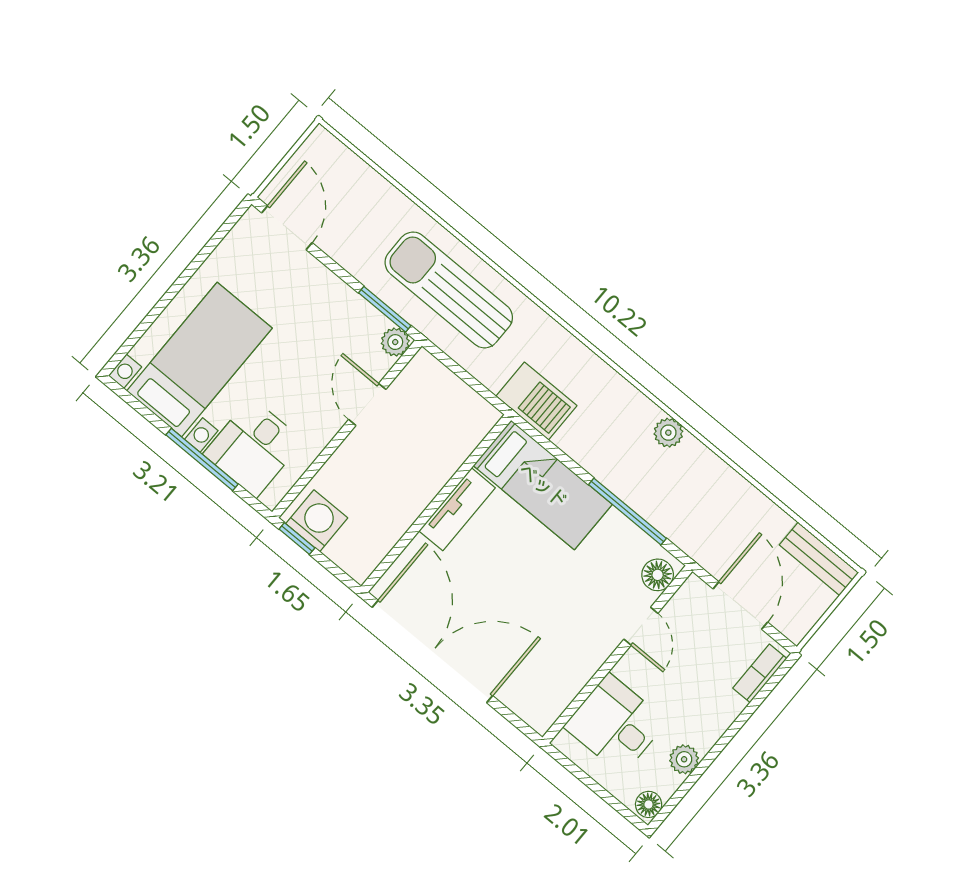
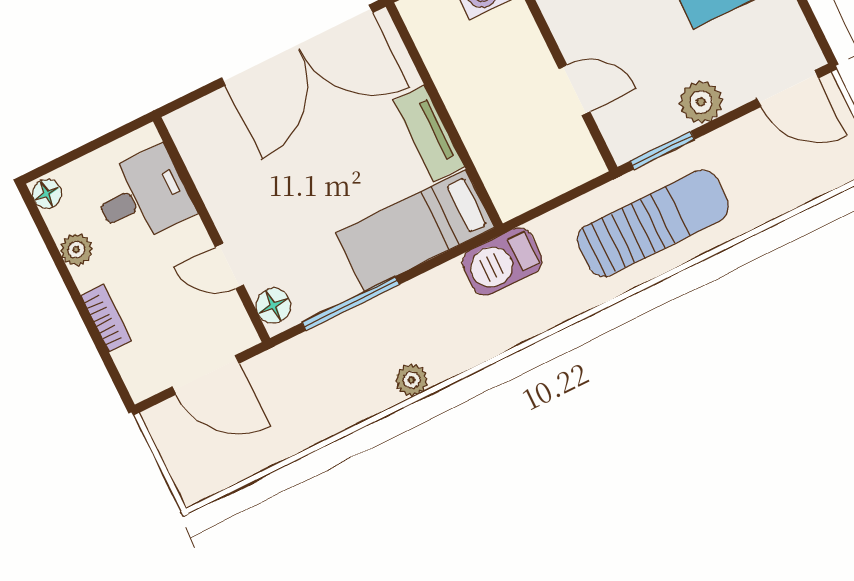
plant: (395, 342) -> (701, 102), moved, width x1.38, depth x1.38
bench: (819, 559) -> (218, 475), removed
bookcase: (760, 673) -> (106, 318), moved

